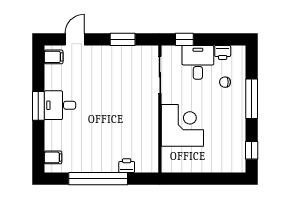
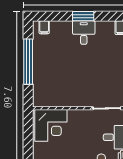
corner desk: (182, 125) -> (51, 125), moved
printer: (127, 166) -> (38, 83), removed

